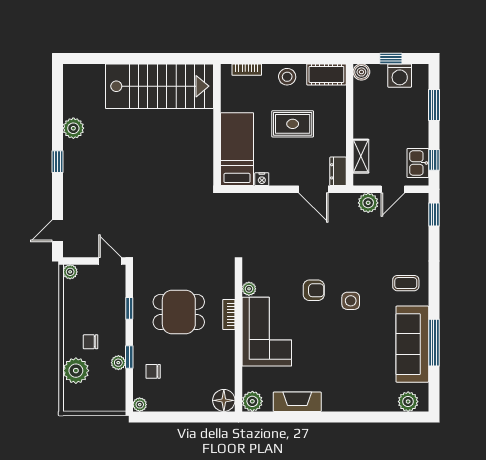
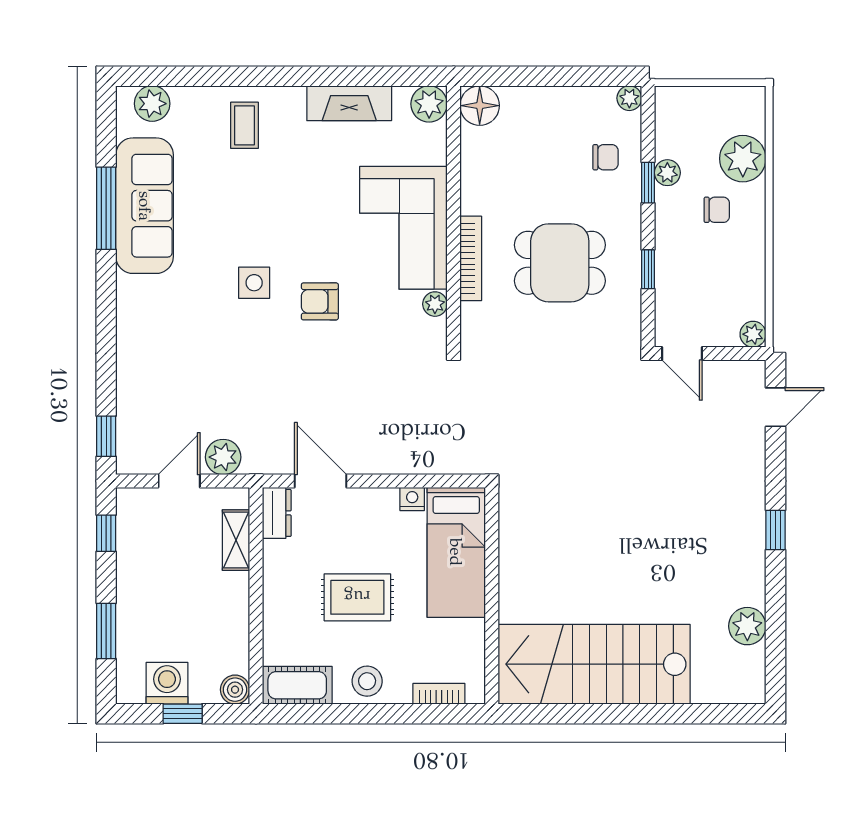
plant: (73, 128) -> (747, 626), moved
kitchen sink: (418, 163) -> (135, 528), removed
coffee table: (406, 283) -> (244, 125), moved, turned 90
bookcase: (229, 314) -> (471, 258), width x1.56

